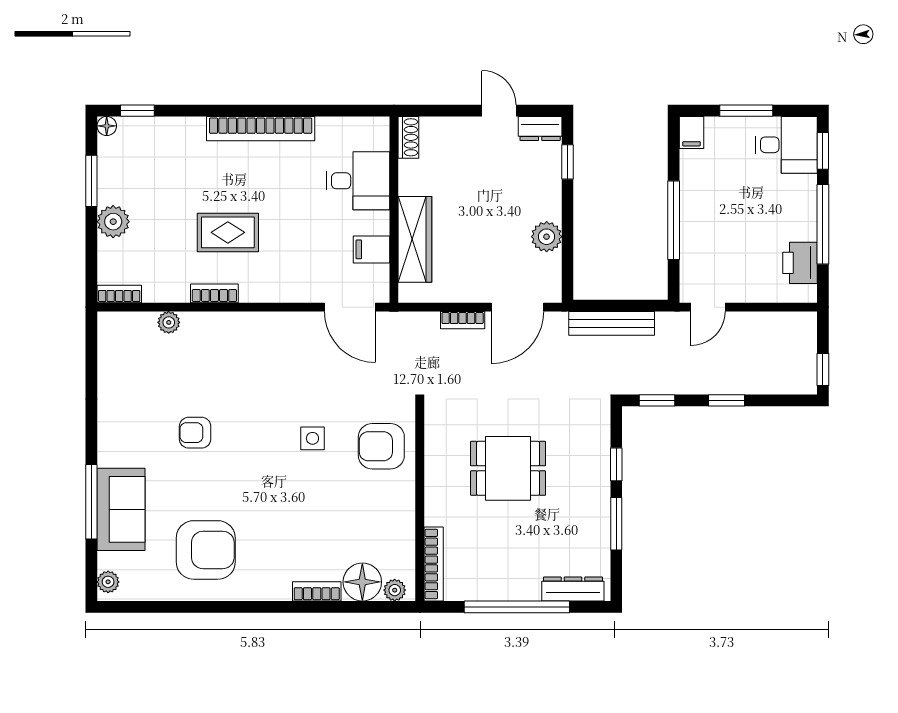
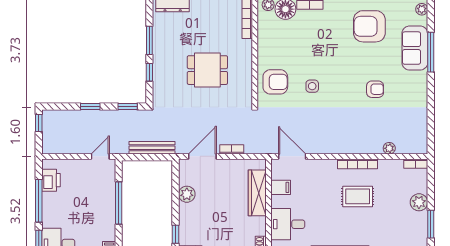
bookcase: (214, 293) -> (358, 164), width x1.56

